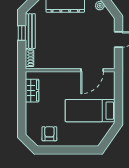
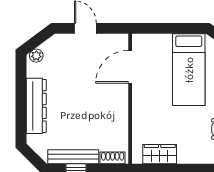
door: (92, 70) -> (130, 67), swing flipped

